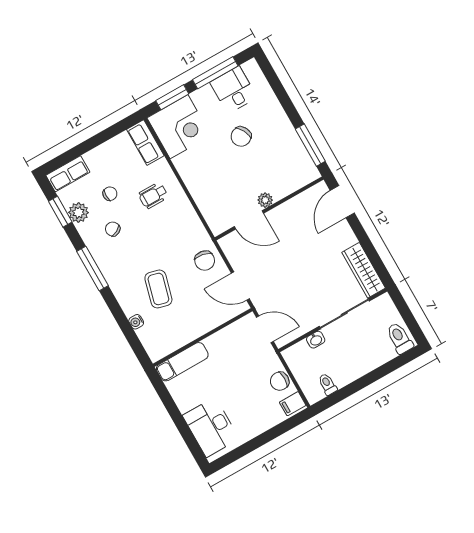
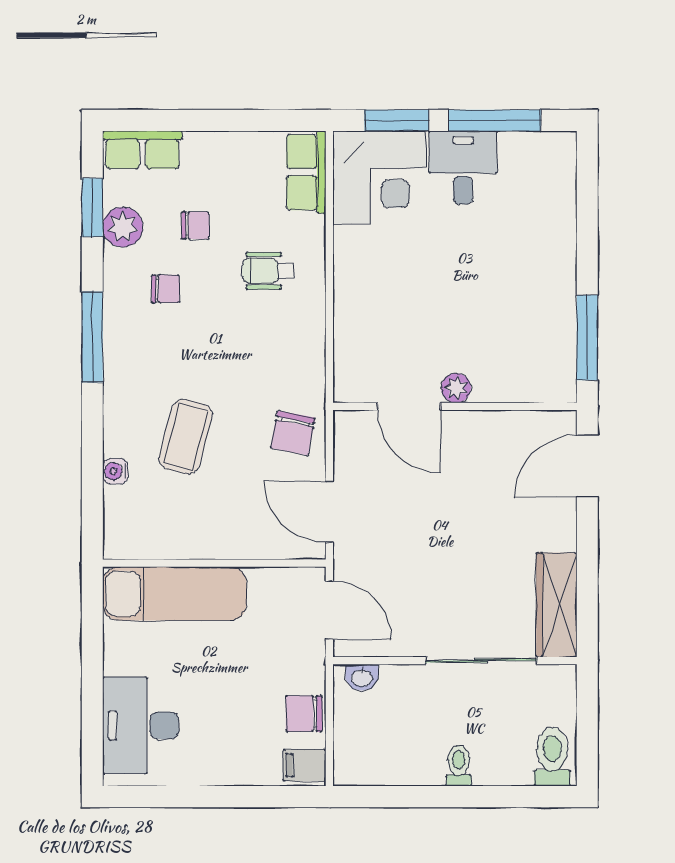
desk: (233, 90) -> (463, 168), moved
chair: (241, 137) -> (477, 255), removed
chair: (113, 229) -> (166, 289), turned 118
washbasin: (316, 340) -> (362, 677), moved
exam couch: (182, 362) -> (175, 593), width x1.36, depth x1.45
toilet: (328, 384) -> (459, 766), moved

